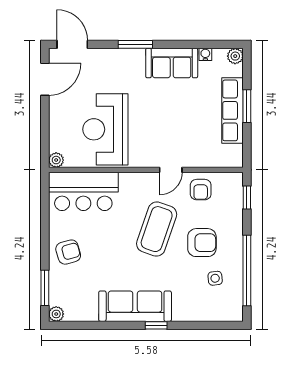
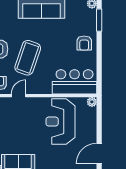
reception desk: (105, 129) -> (60, 122), turned 180
armchair: (68, 252) -> (84, 43), turned -74

